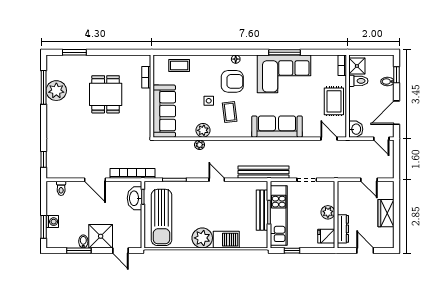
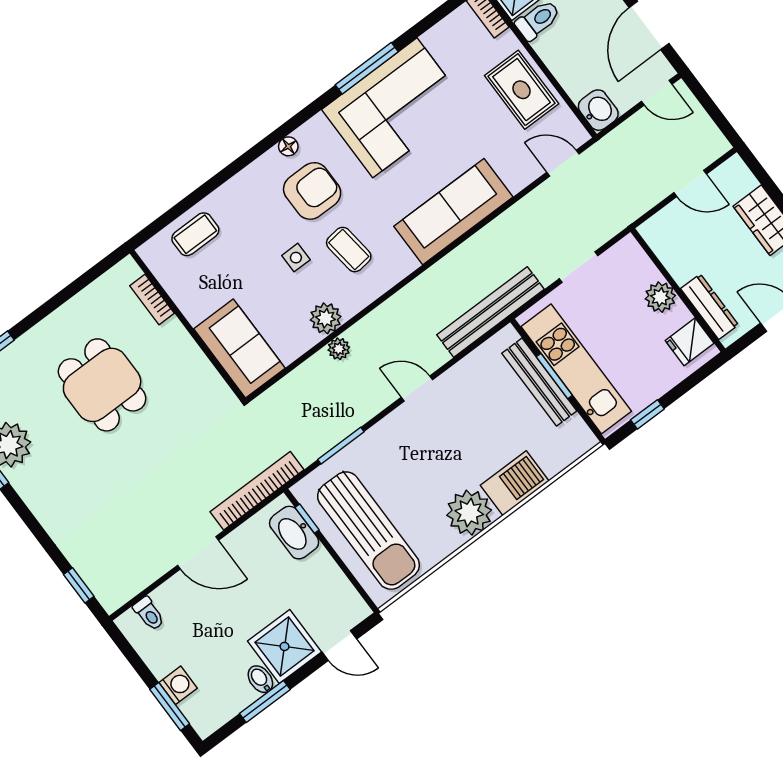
sofa: (164, 111) -> (239, 348), width x0.73

